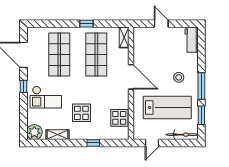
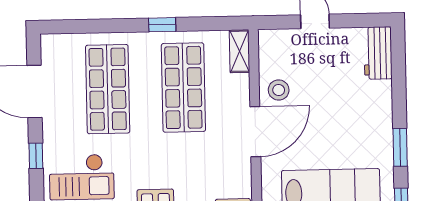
door: (131, 77) -> (255, 132), hinge flipped
stool: (179, 77) -> (279, 90), moved
window: (201, 86) -> (400, 147), width x0.69

